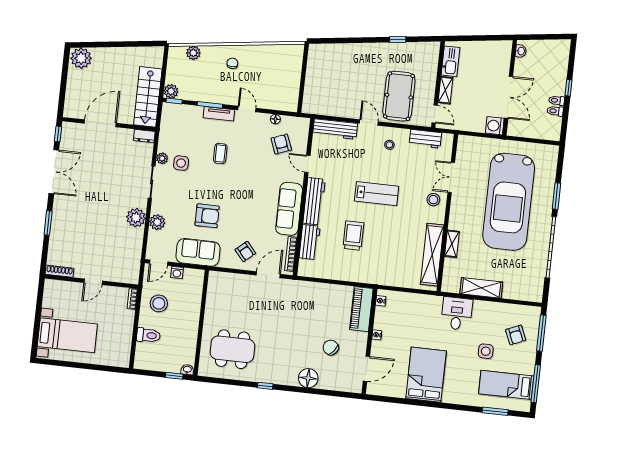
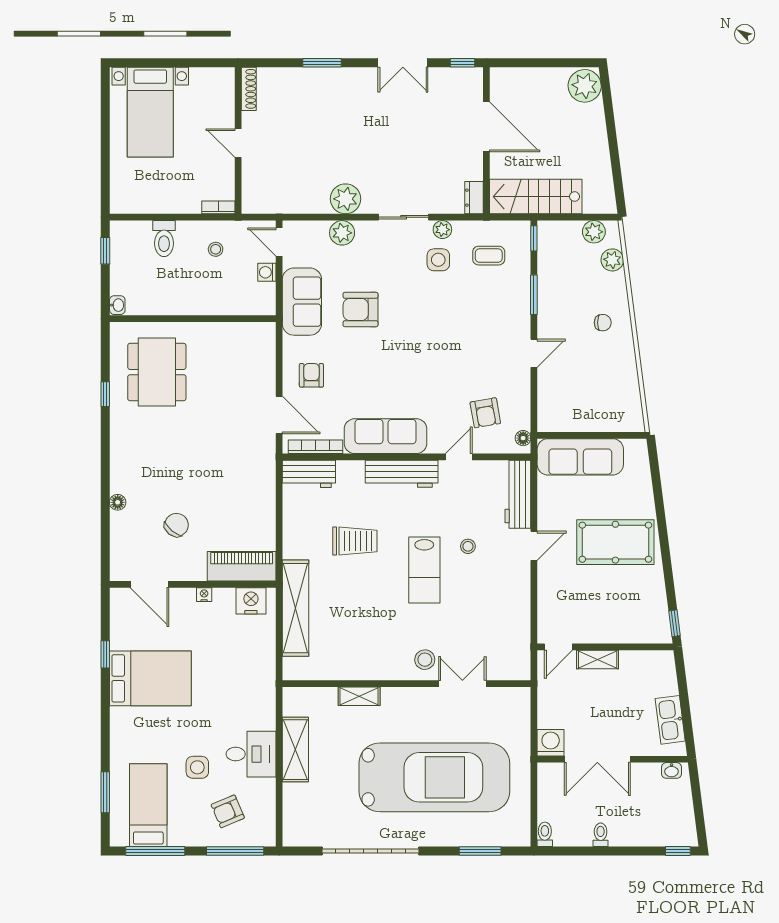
window: (398, 39) -> (674, 623), moved
kitchen sink: (450, 61) -> (670, 720), moved, turned 83
sofa: (316, 87) -> (580, 457), added
window: (568, 88) -> (678, 851), moved
plant: (171, 91) -> (594, 232), moved
pool table: (399, 96) -> (615, 542), moved
toilet: (555, 111) -> (545, 834), moved
tv unit: (219, 114) -> (522, 310), removed
floor lamp: (275, 119) -> (523, 438), moved
workbench: (425, 139) -> (518, 637), removed
armchair: (281, 144) -> (485, 413), turned 101
stool: (389, 145) -> (468, 546), moved
coffee table: (220, 154) -> (489, 256), moved
double door: (54, 172) -> (403, 63), width x0.73
window: (556, 196) -> (480, 851), moved
car: (509, 202) -> (434, 777), turned 180
armchair: (207, 216) -> (361, 309), turned 90
workbench: (310, 242) -> (309, 474), moved
armchair: (245, 252) -> (311, 375), turned 131
shelving: (432, 255) -> (296, 608), moved, turned 90
nightstand: (381, 301) -> (251, 601), width x1.89, depth x1.79
stool: (159, 303) -> (216, 249), width x0.53, depth x0.53
desk: (457, 314) -> (251, 754), moved
window: (174, 376) -> (105, 251), moved
floor lamp: (308, 378) -> (118, 502), width x0.53, depth x0.53
window: (265, 386) -> (105, 394), moved
window: (408, 402) -> (105, 654), added

